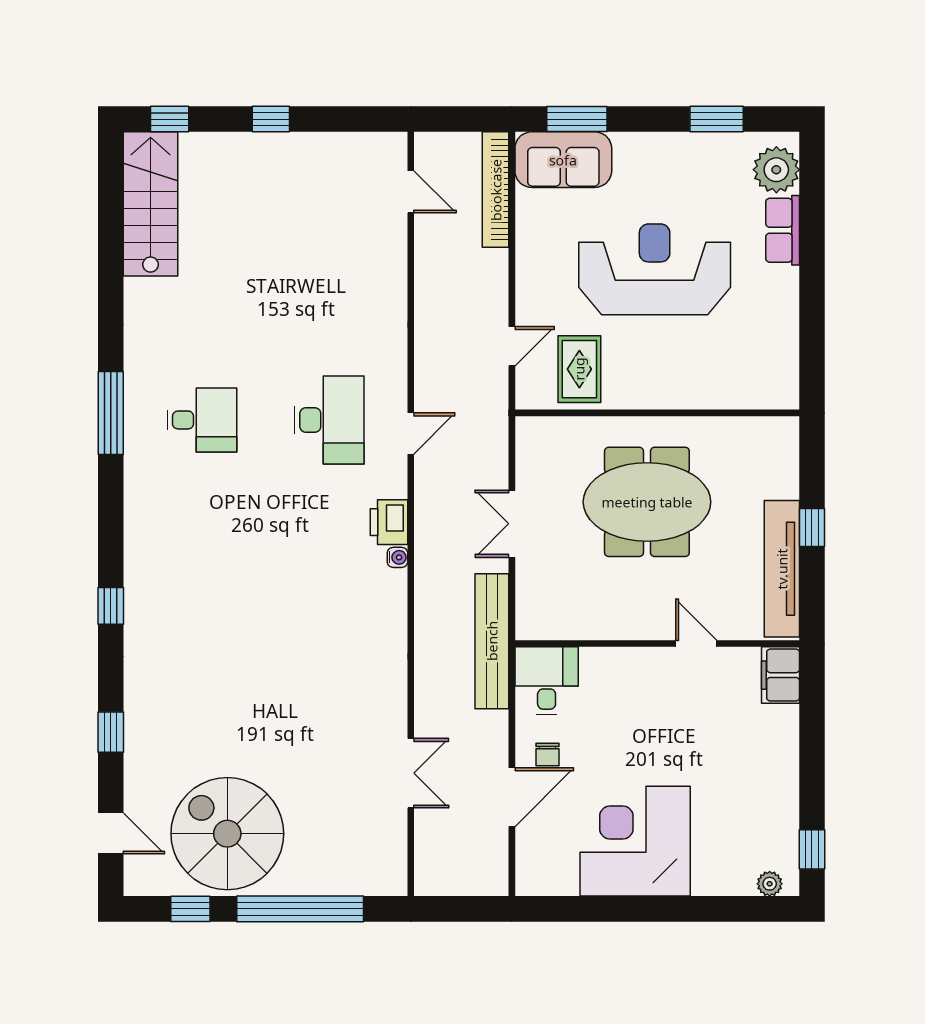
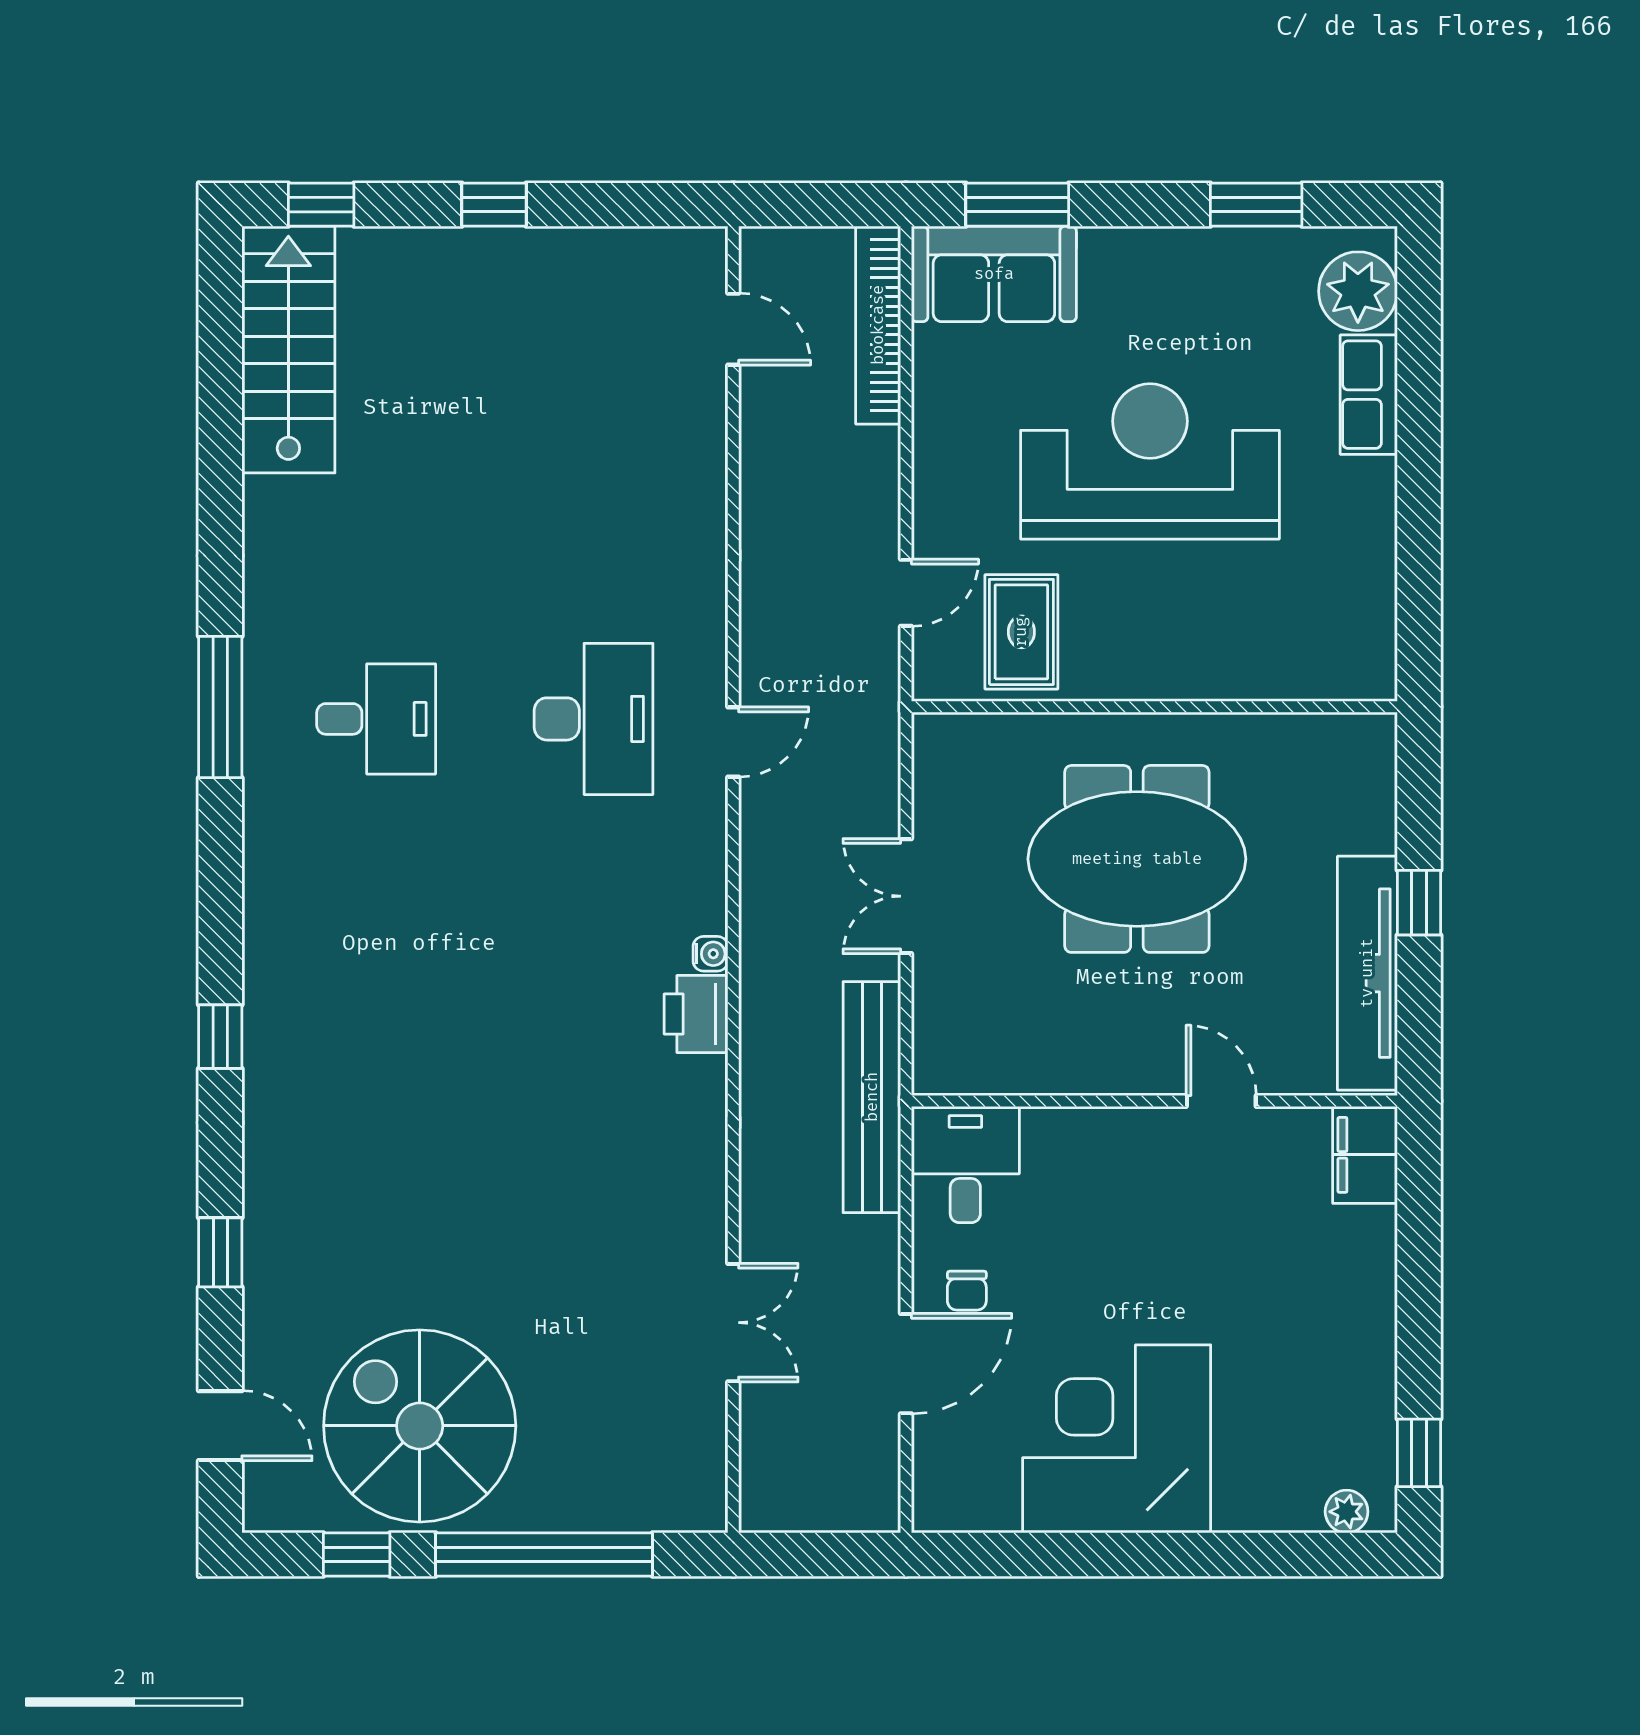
printer: (389, 522) -> (696, 1014), moved

